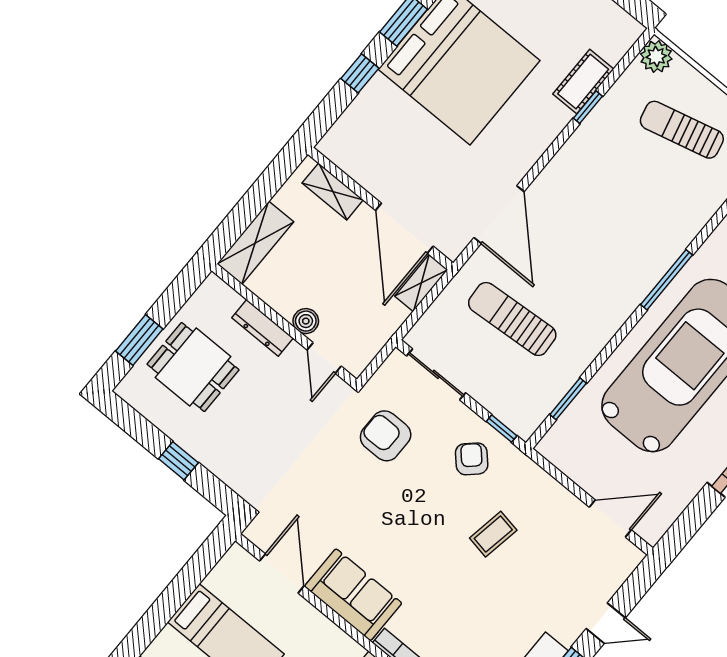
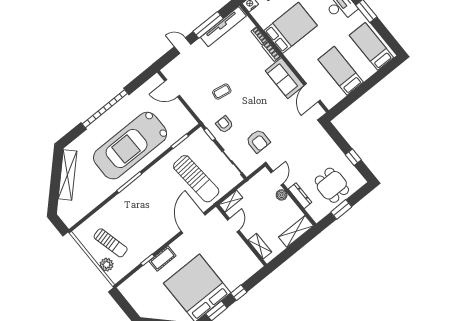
plant: (656, 56) -> (107, 265), moved
cot: (583, 82) -> (163, 259), moved
door: (404, 228) -> (233, 225), width x0.53
sun lounger: (512, 319) -> (196, 179), width x1.36, depth x1.34
window: (139, 340) -> (341, 209), moved
armchair: (472, 459) -> (224, 124), turned 133
window: (178, 461) -> (353, 157), moved

